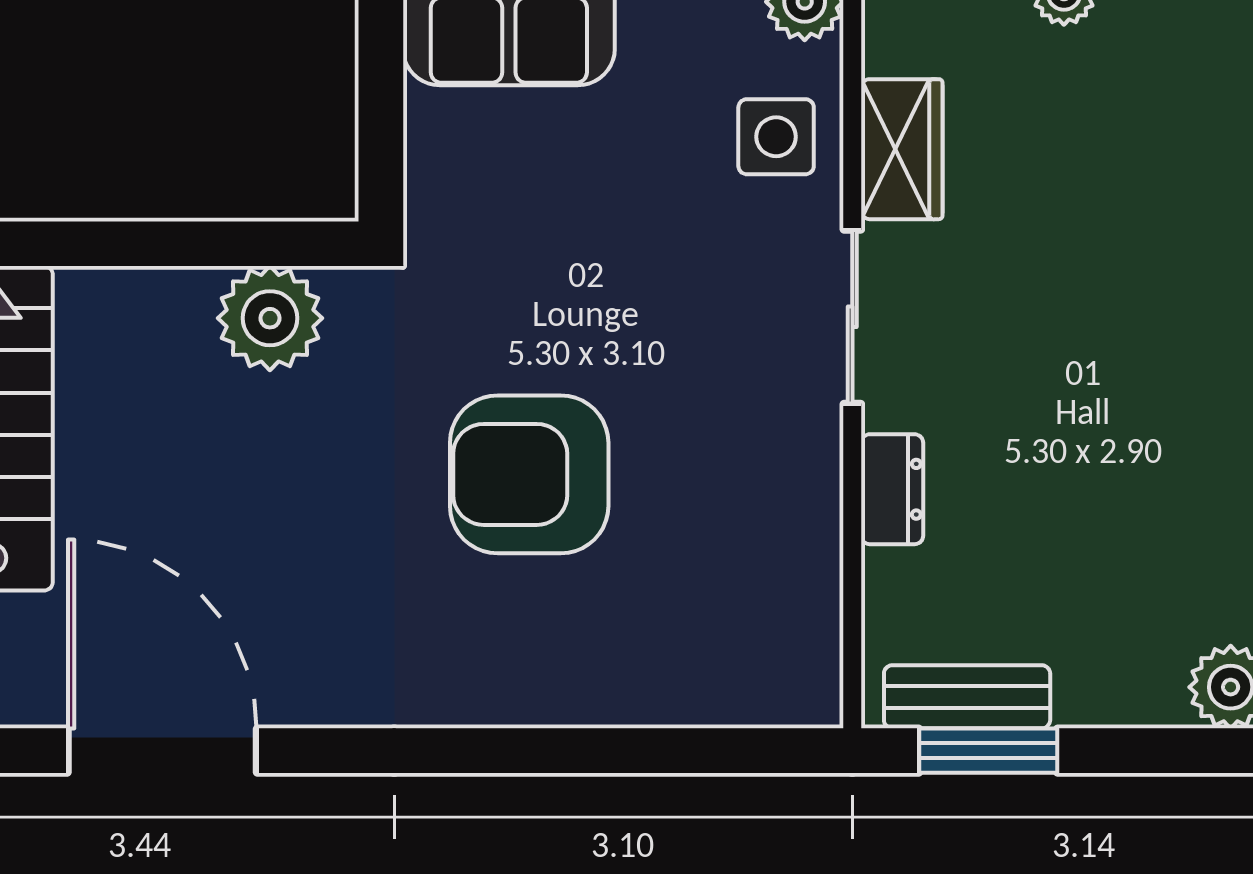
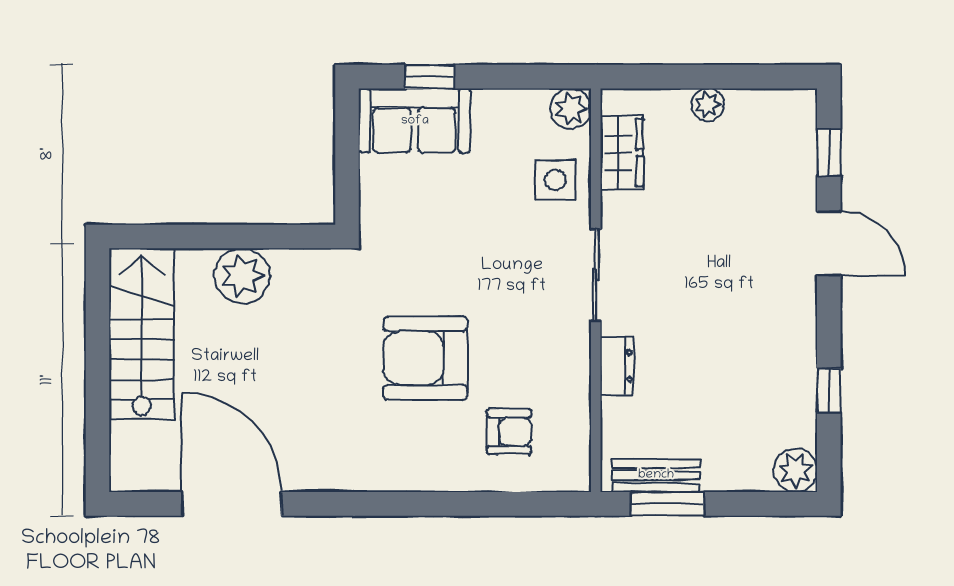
wardrobe: (902, 149) -> (622, 153), moved
plant: (270, 318) -> (242, 276), moved
armchair: (688, 614) -> (509, 432), added

